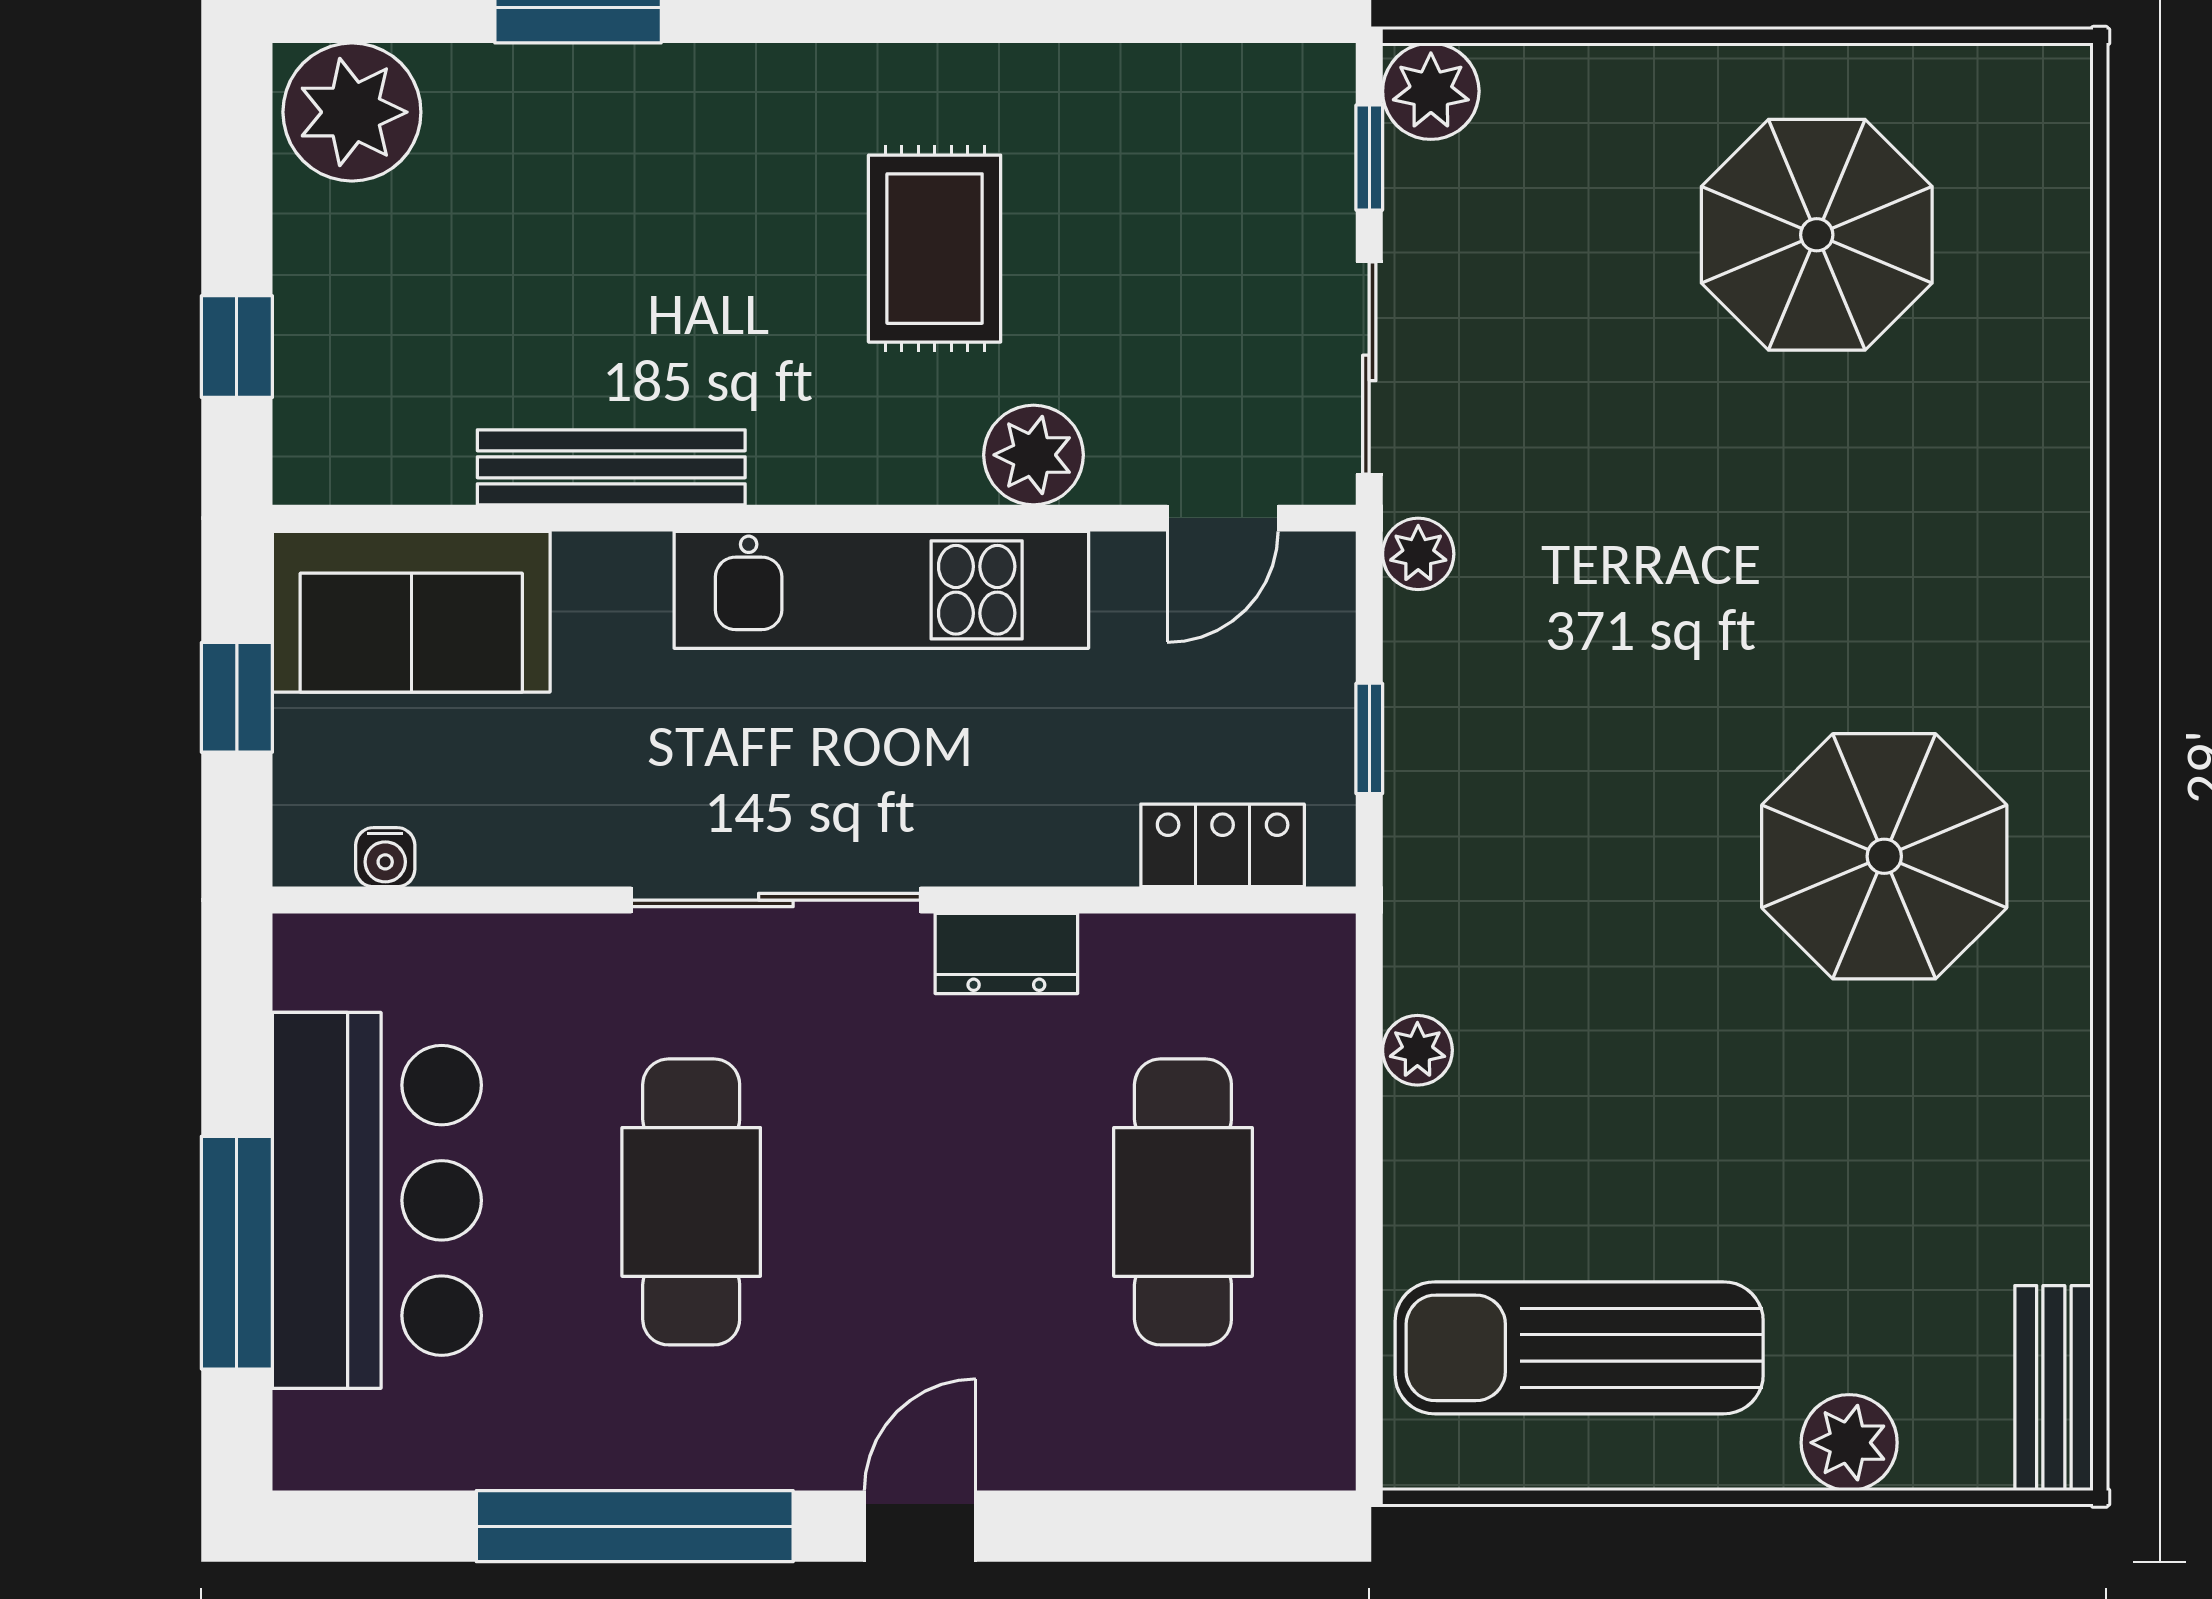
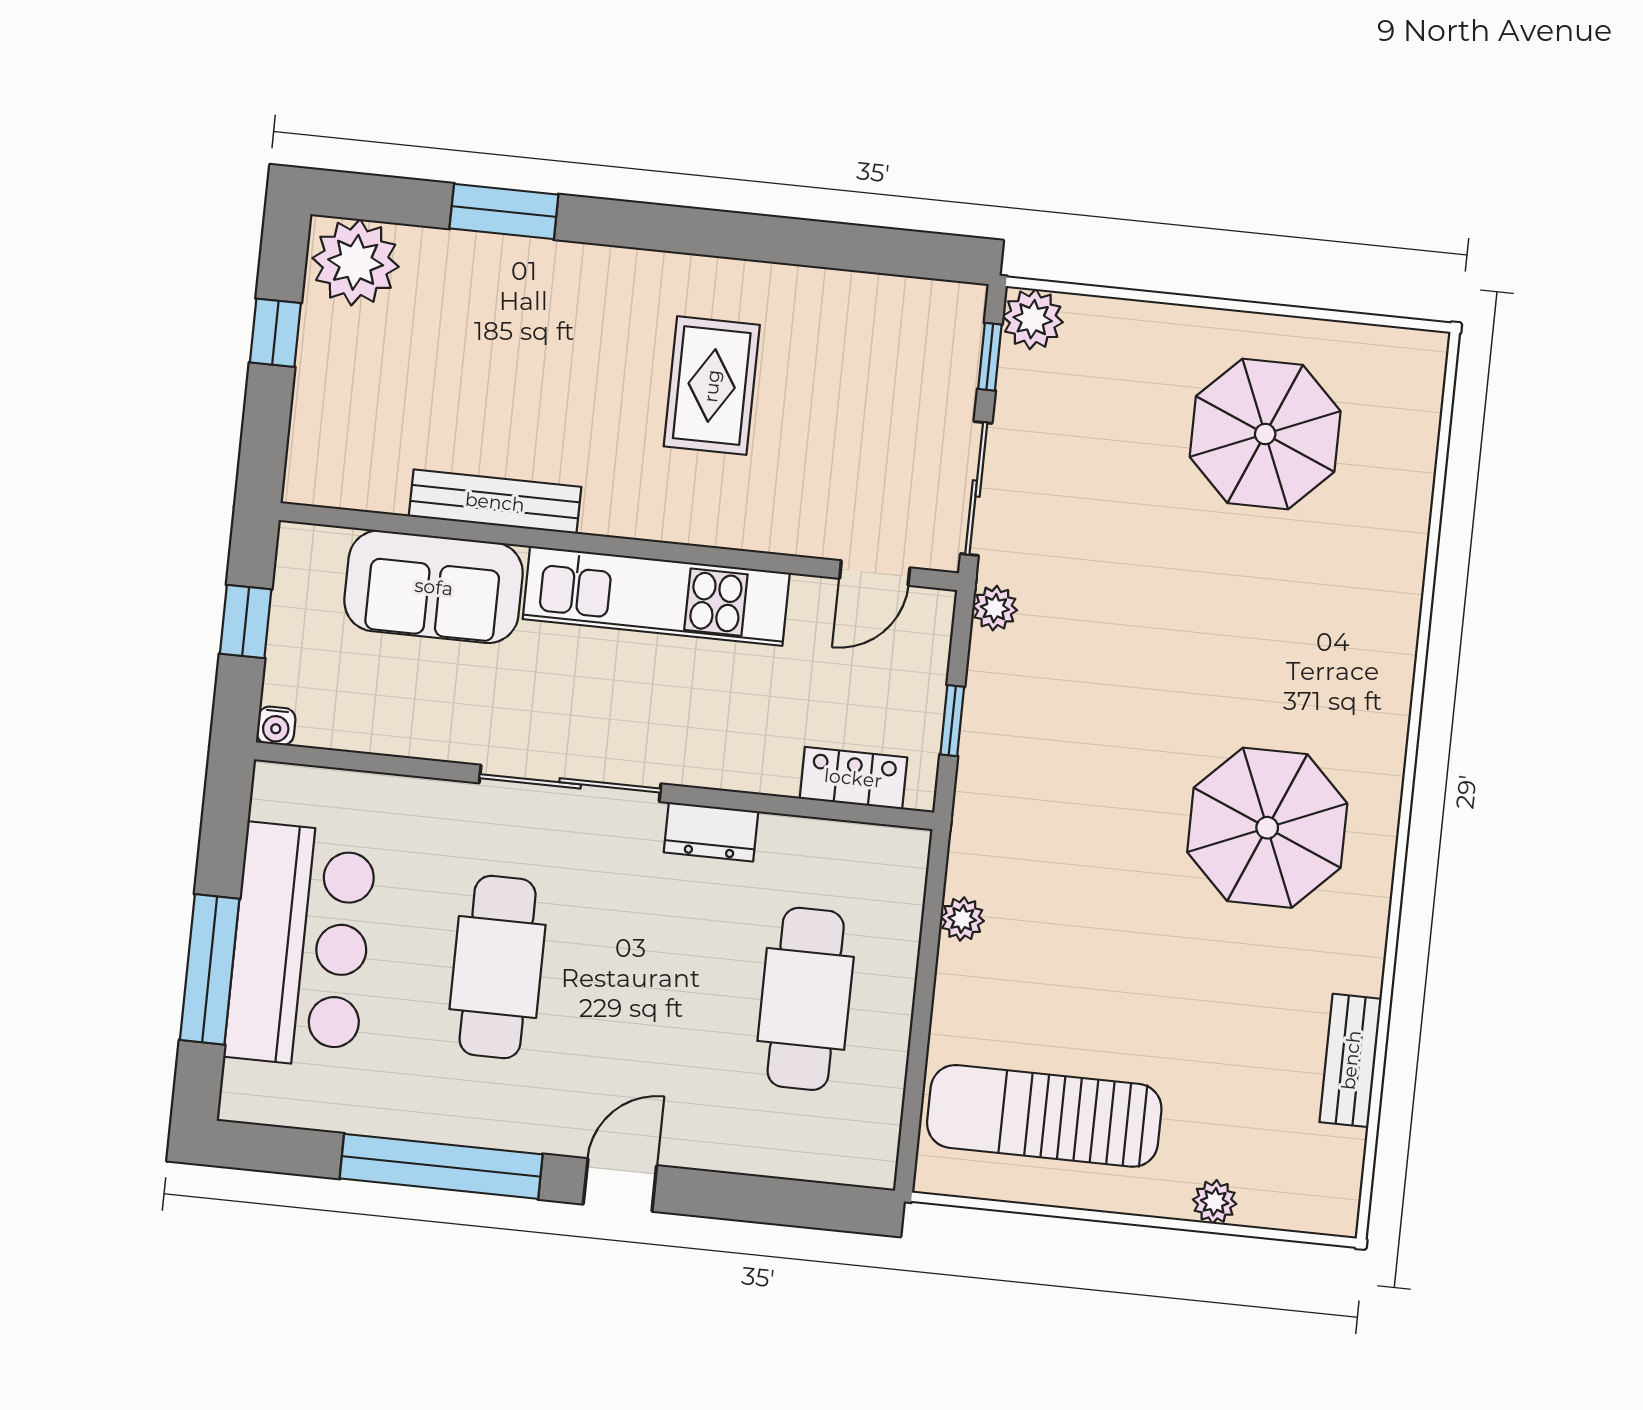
window: (237, 347) -> (275, 333), moved
plant: (1033, 455) -> (760, 521), removed
sofa: (411, 612) -> (434, 587), moved
water cooler: (385, 857) -> (276, 726), moved
bench: (2054, 1388) -> (1351, 1060), moved
plant: (1849, 1443) -> (1215, 1202), width x0.73, depth x0.73

